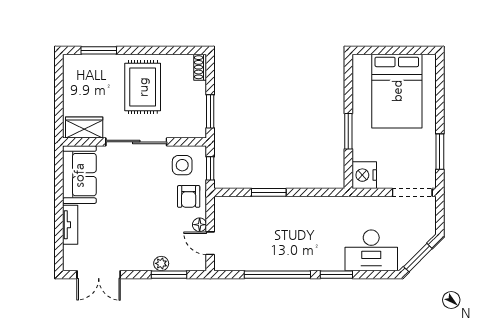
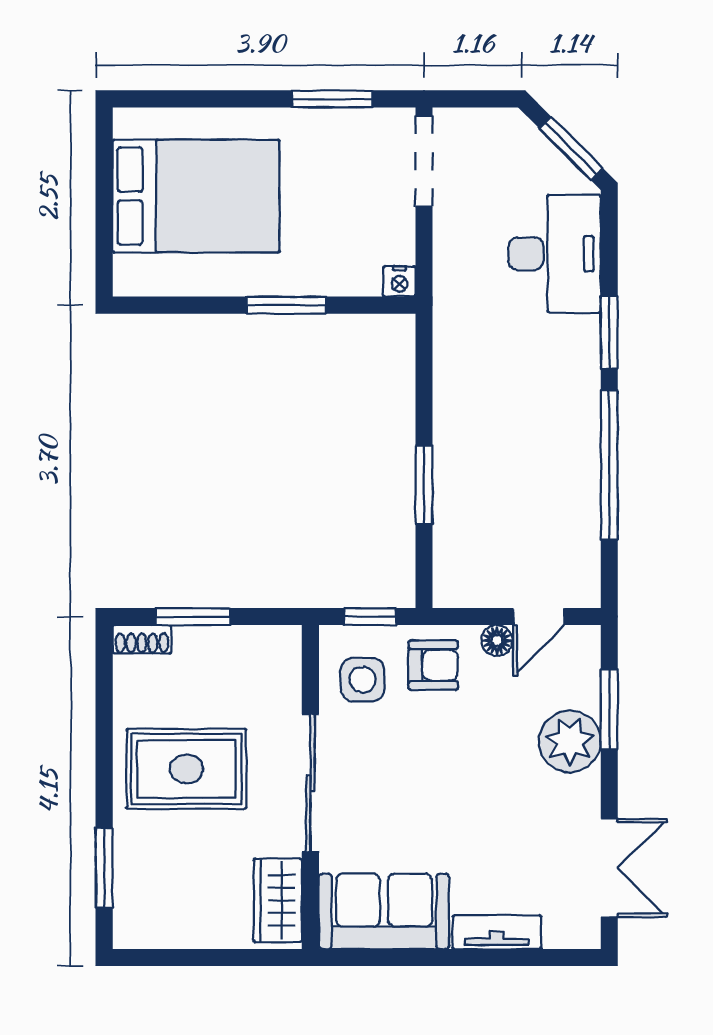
window: (210, 111) -> (193, 617), moved
nightstand: (364, 175) -> (399, 281), width x0.53, depth x0.56
plant: (161, 263) -> (570, 741), width x1.87, depth x1.87

